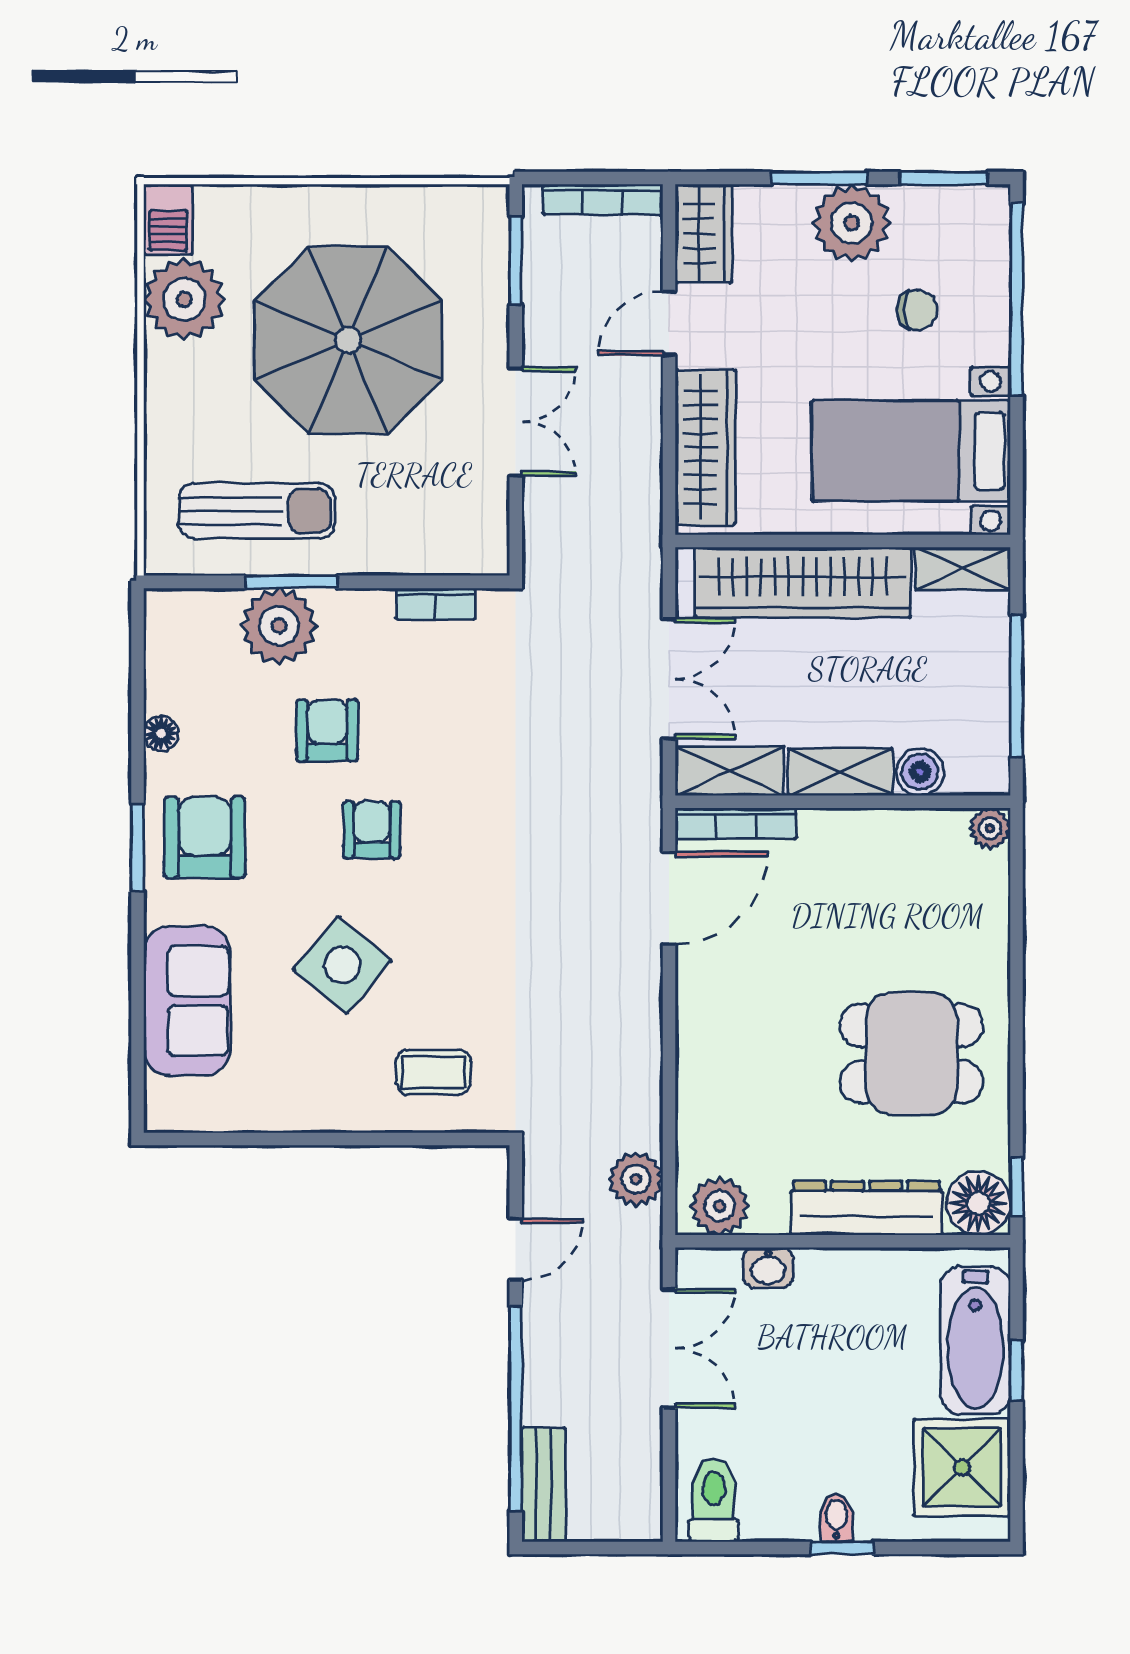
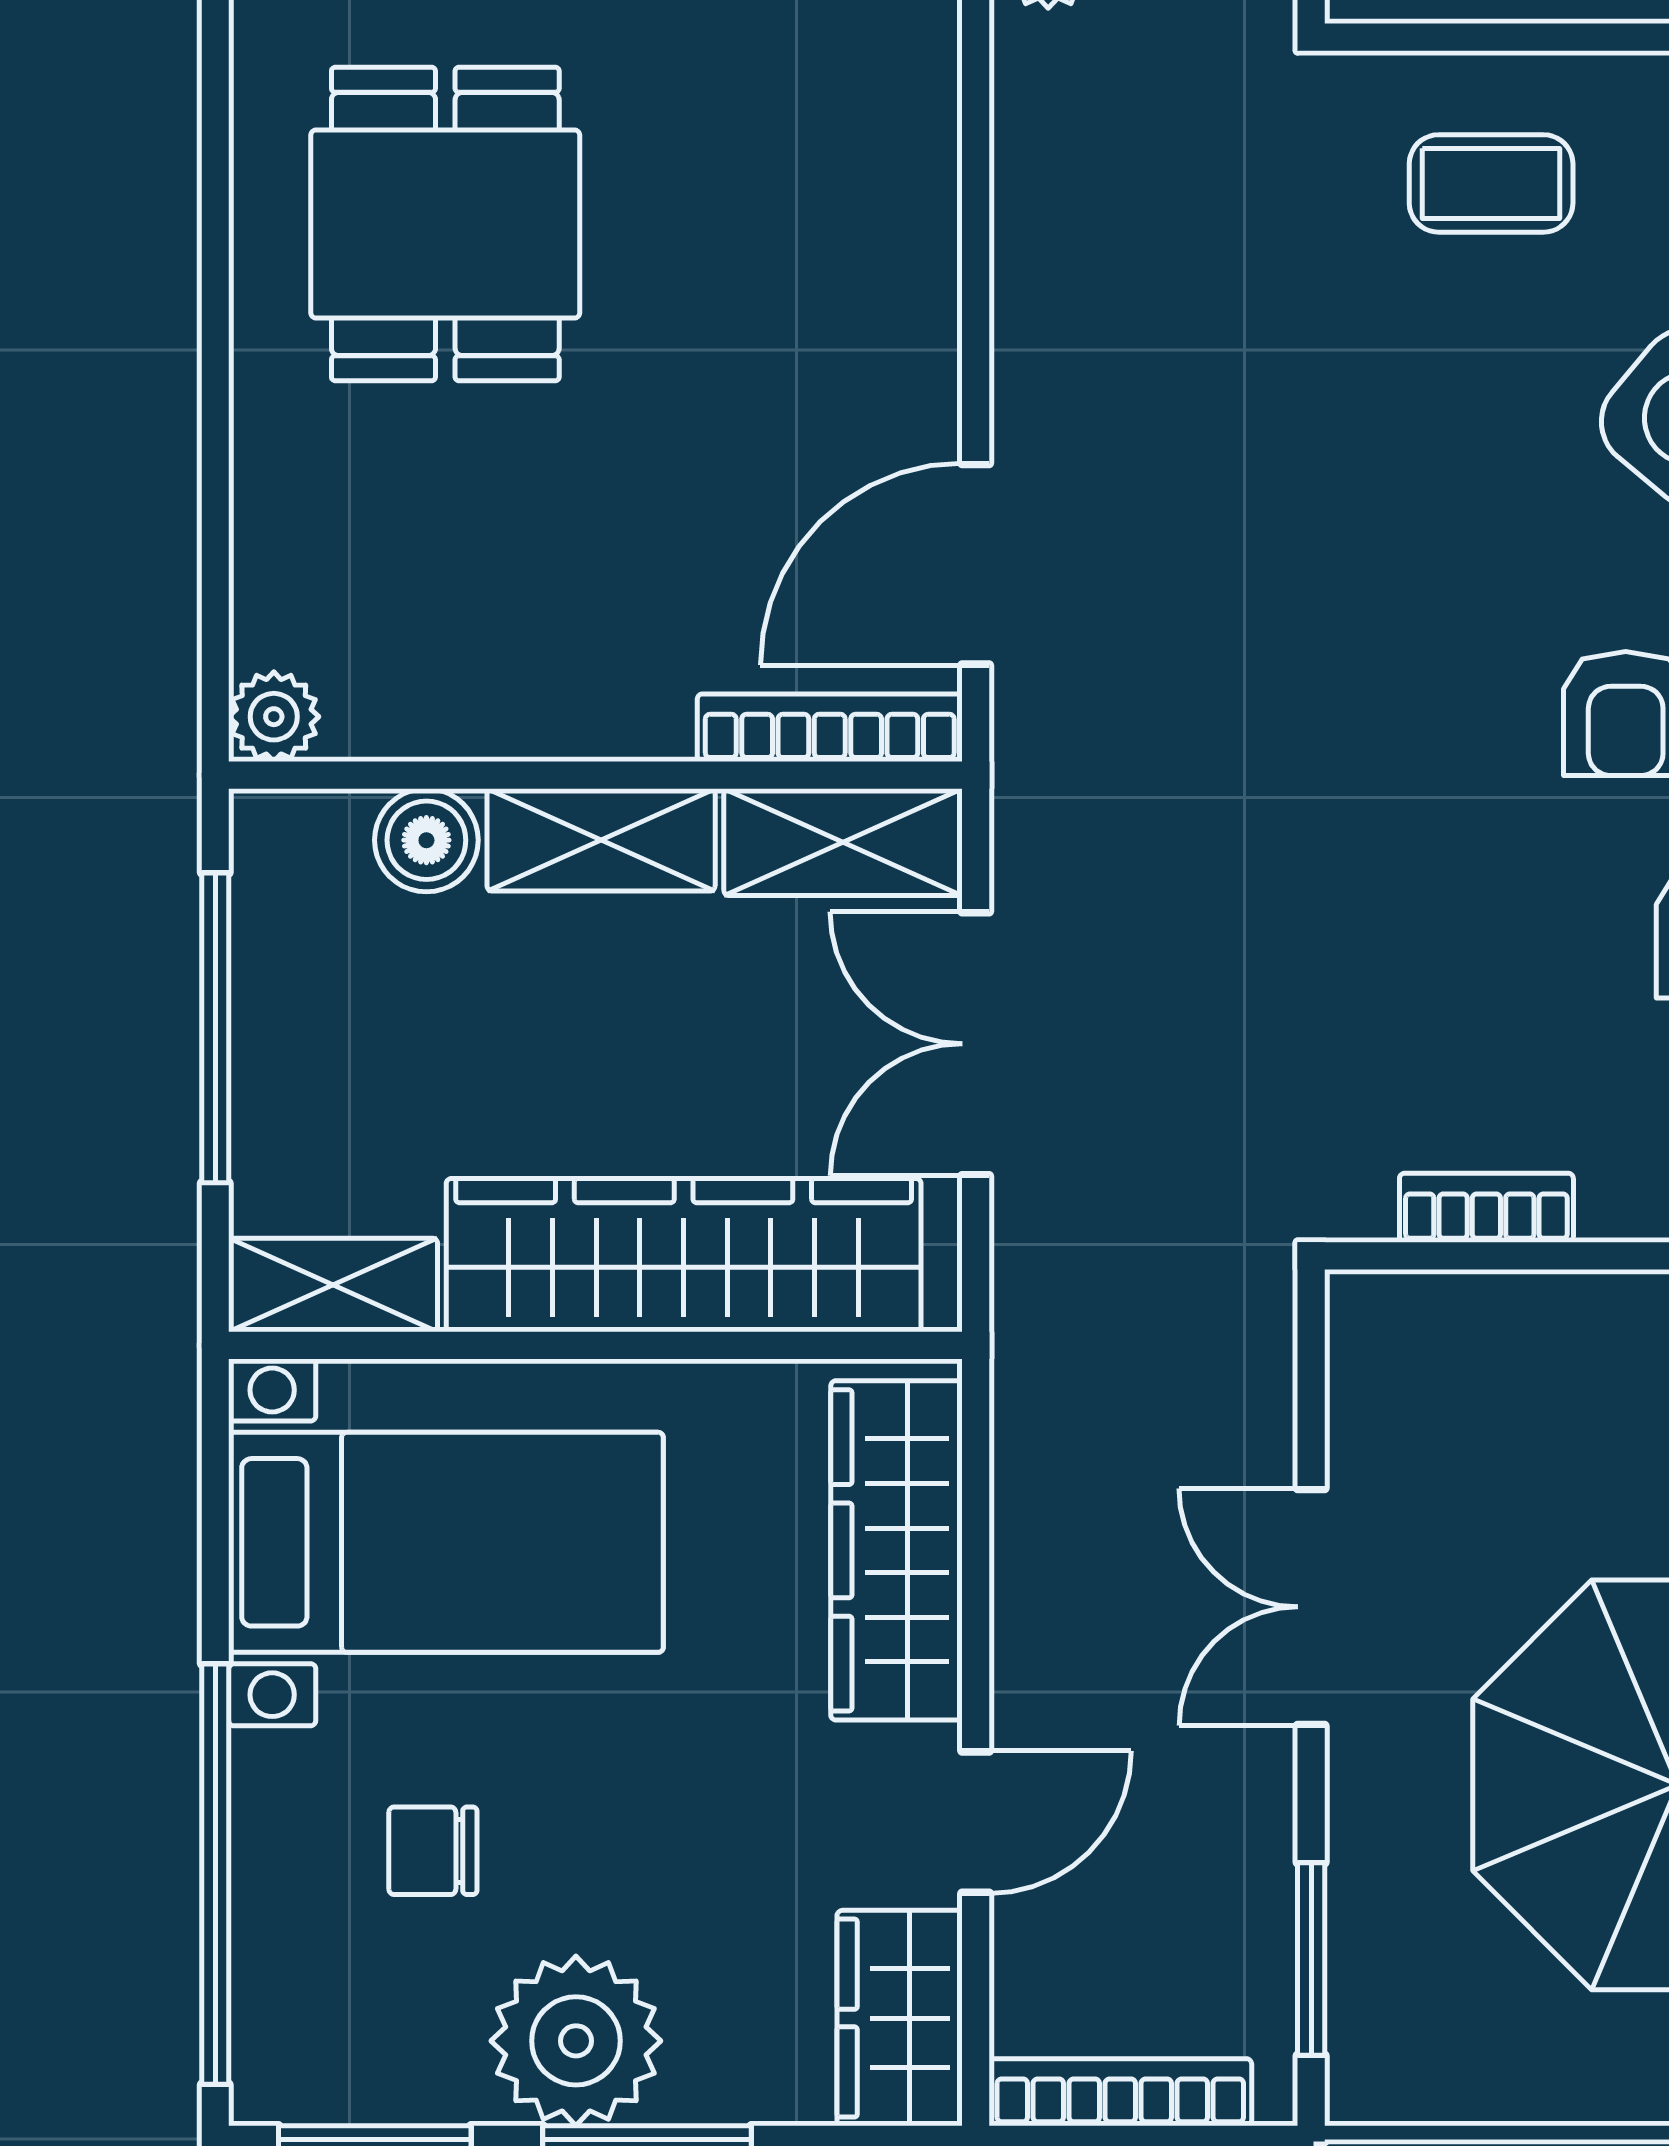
dining table: (911, 1054) -> (445, 224), turned 90

